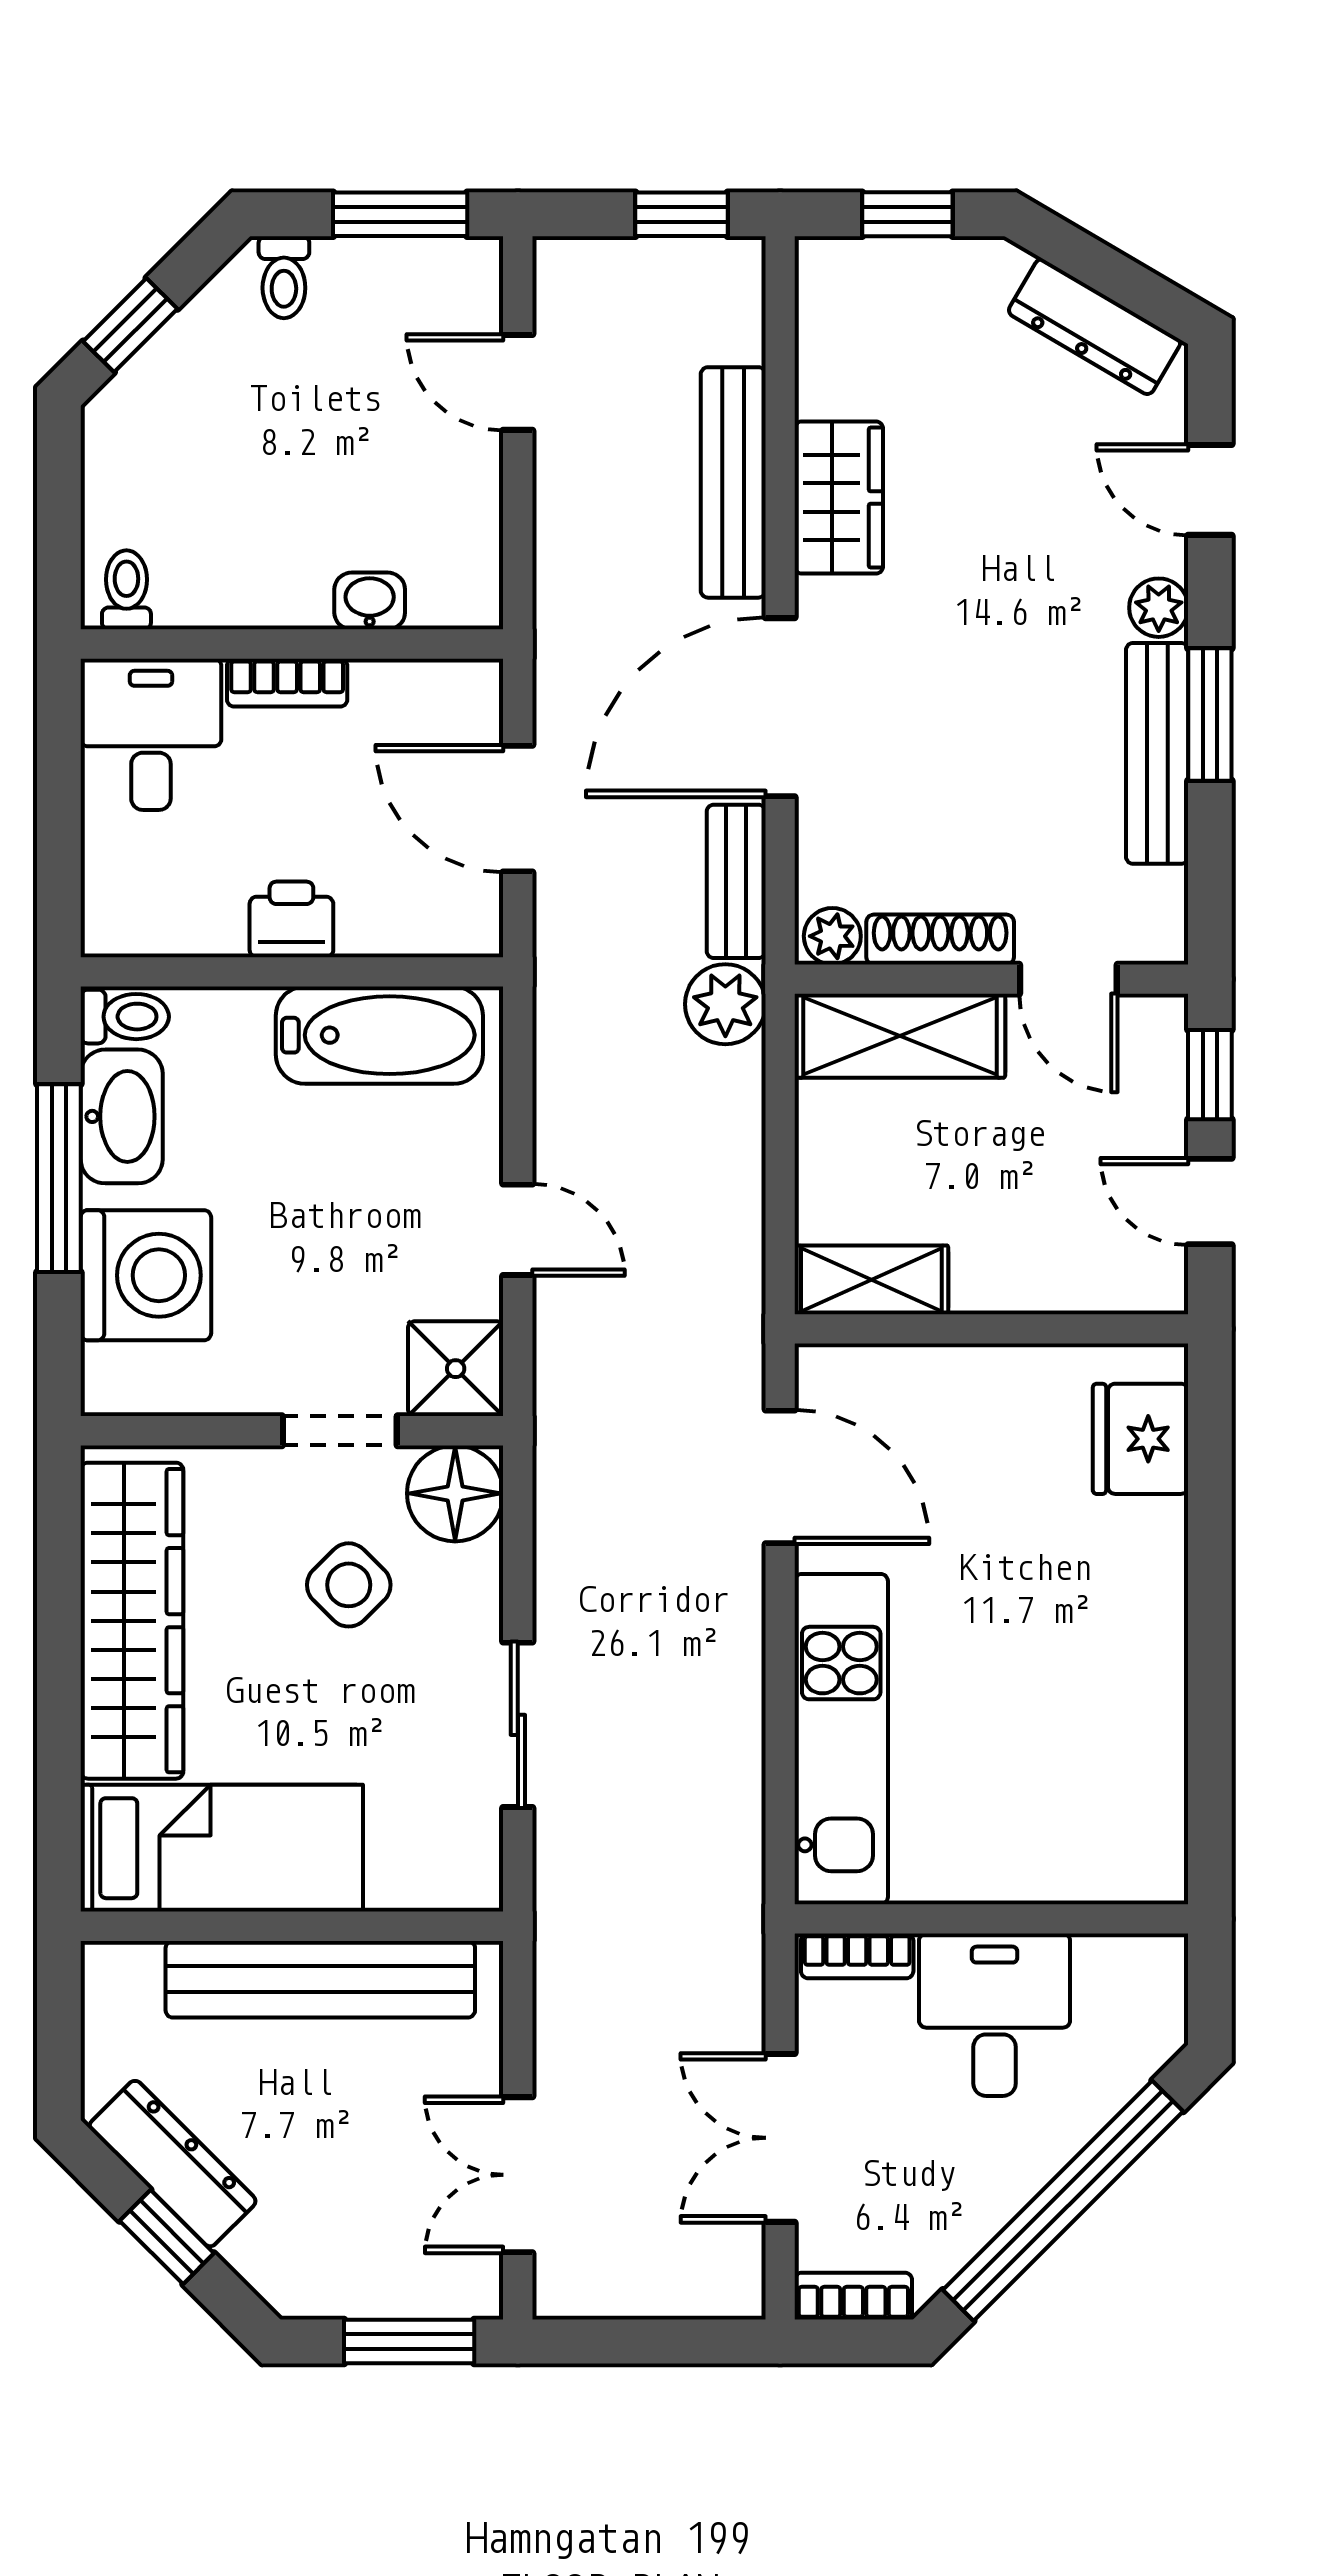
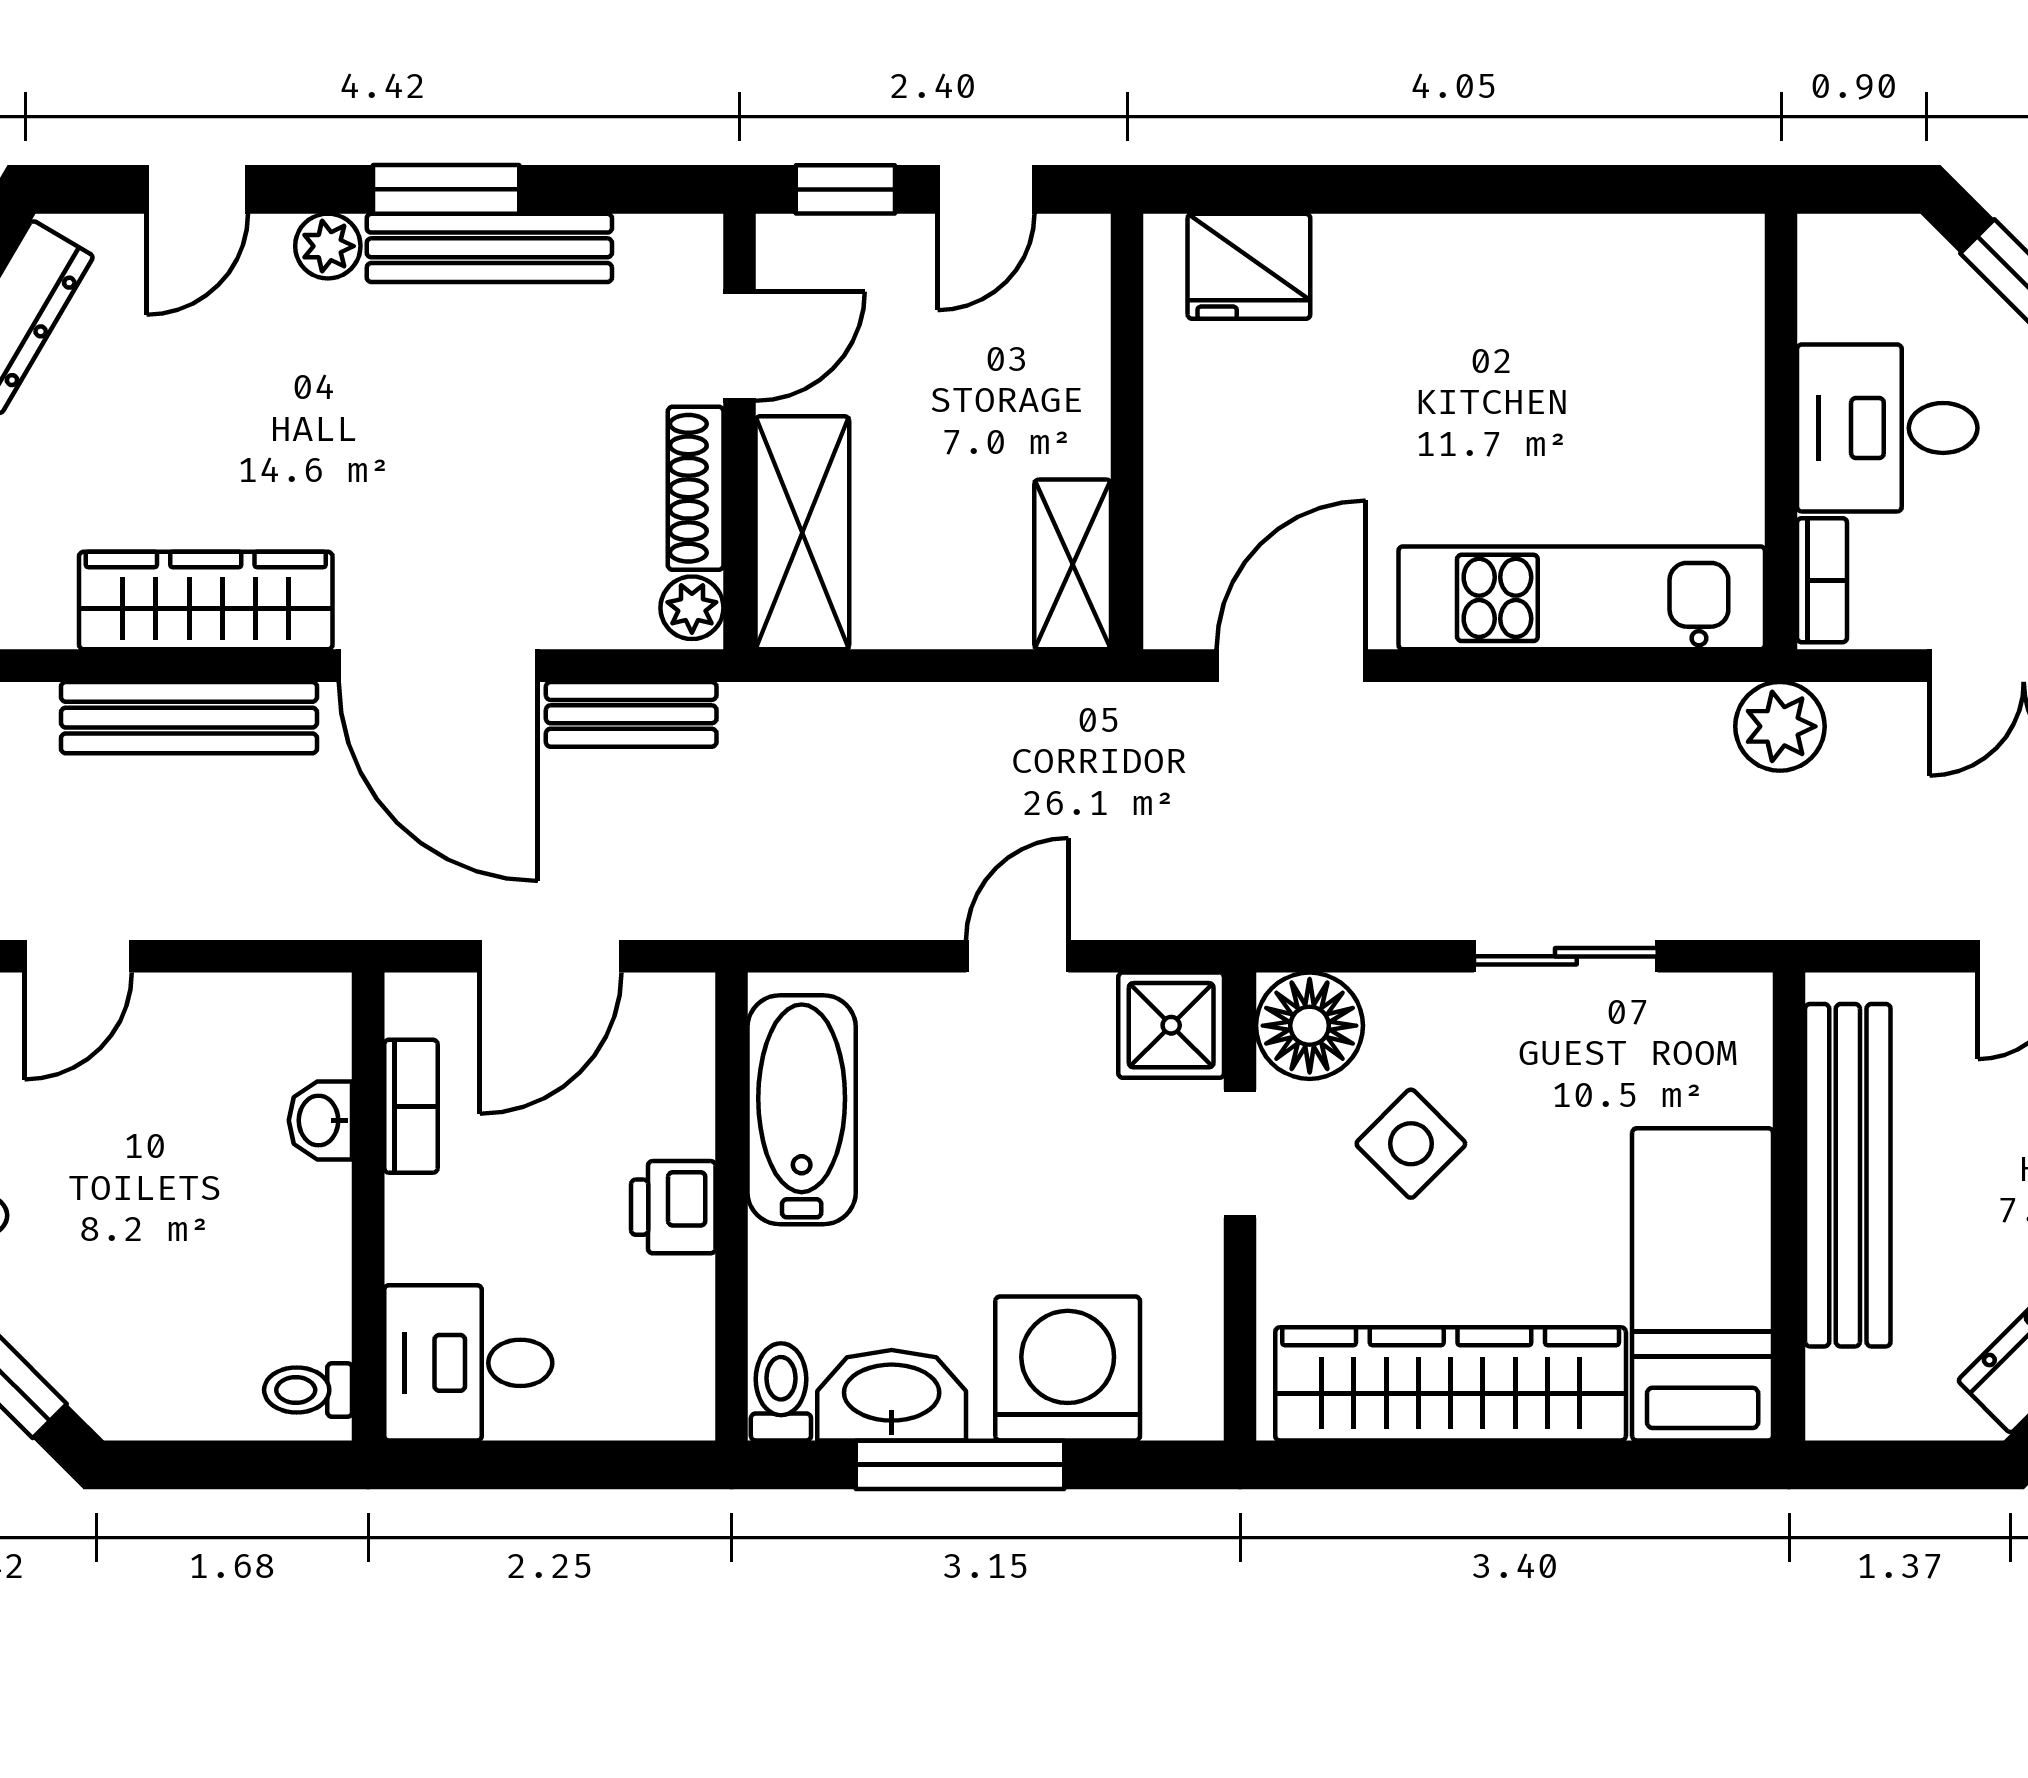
wardrobe: (839, 498) -> (206, 601), width x1.50
bookcase: (287, 683) -> (411, 1106), moved
plant: (725, 1004) -> (1780, 726), moved

